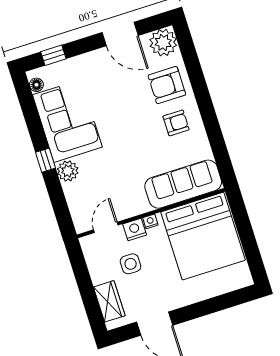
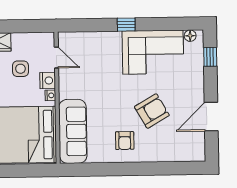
plant: (163, 43) -> (194, 150), removed
armchair: (167, 85) -> (152, 111), moved, turned 60
plant: (68, 171) -> (112, 40), removed

